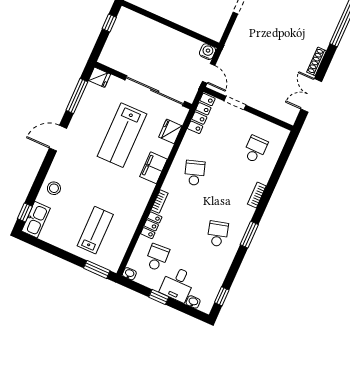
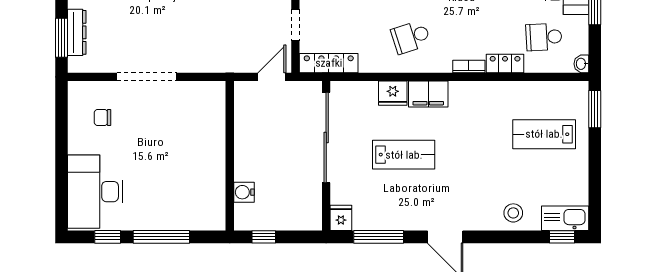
water cooler: (207, 52) -> (244, 192), moved
fridge: (170, 131) -> (393, 93), moved
lab bench: (122, 135) -> (404, 155), width x0.73, depth x0.72

